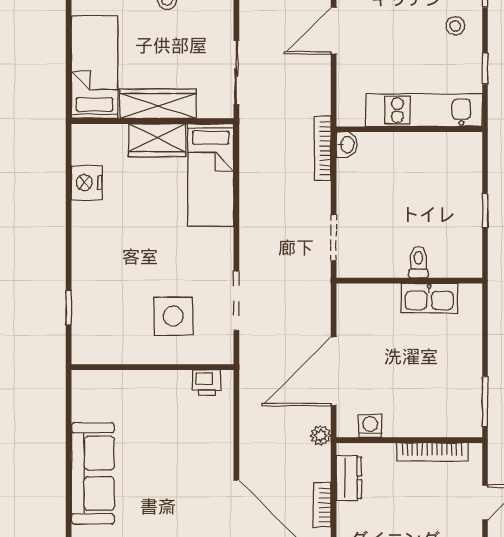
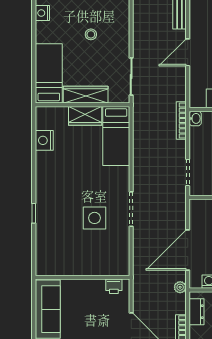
wall: (152, 367) -> (82, 277), moved
printer: (207, 383) -> (114, 286), moved

